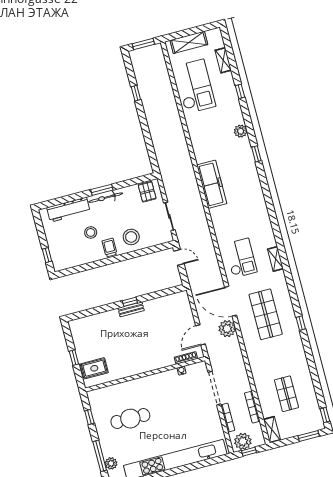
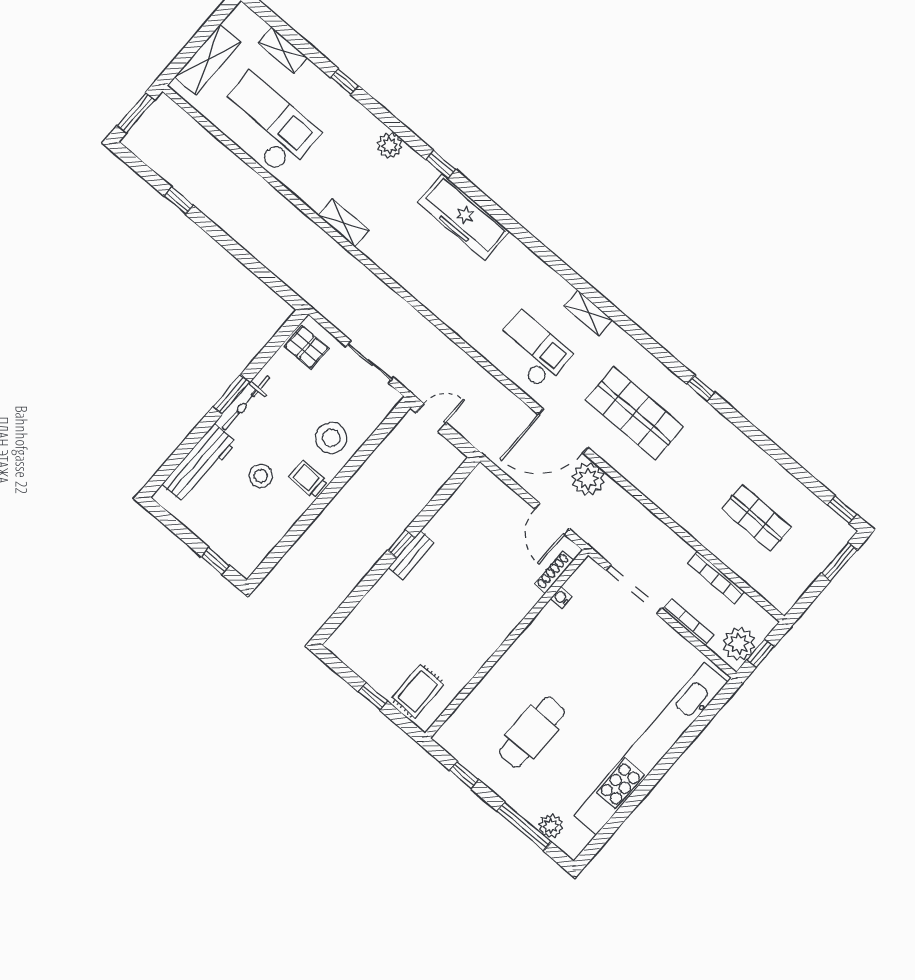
freezer: (212, 184) -> (464, 217), moved, turned 180
shelving: (272, 430) -> (344, 223), moved

